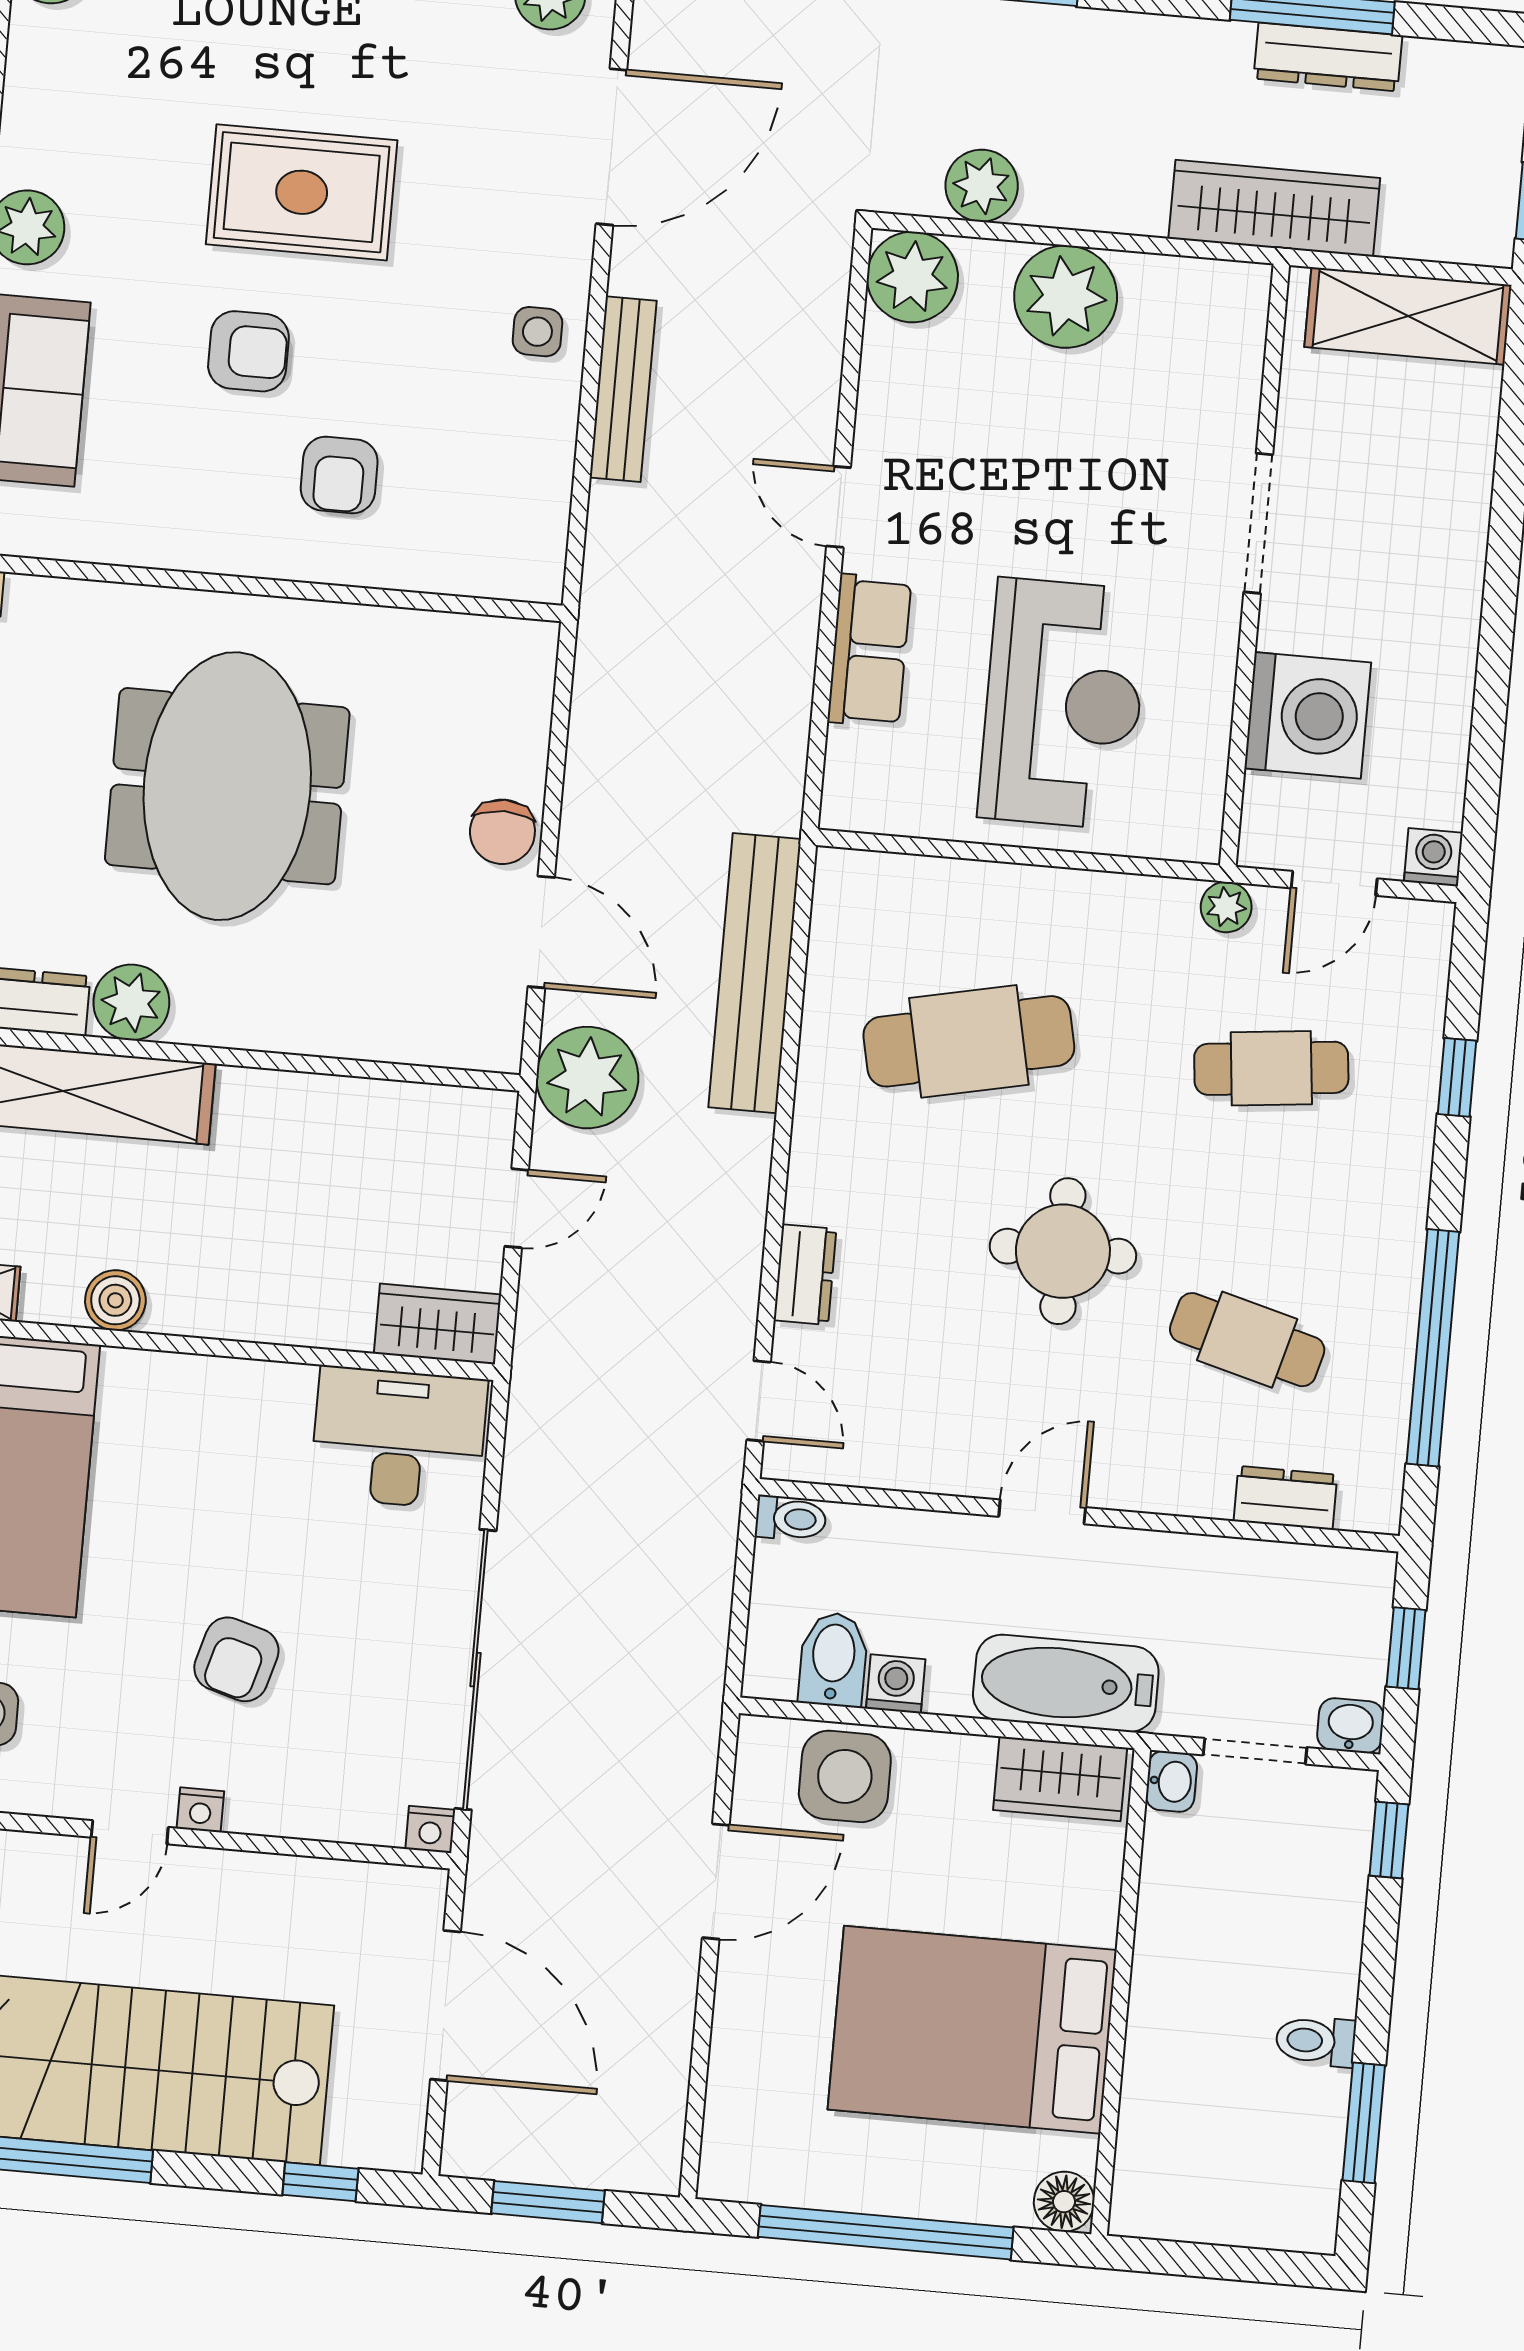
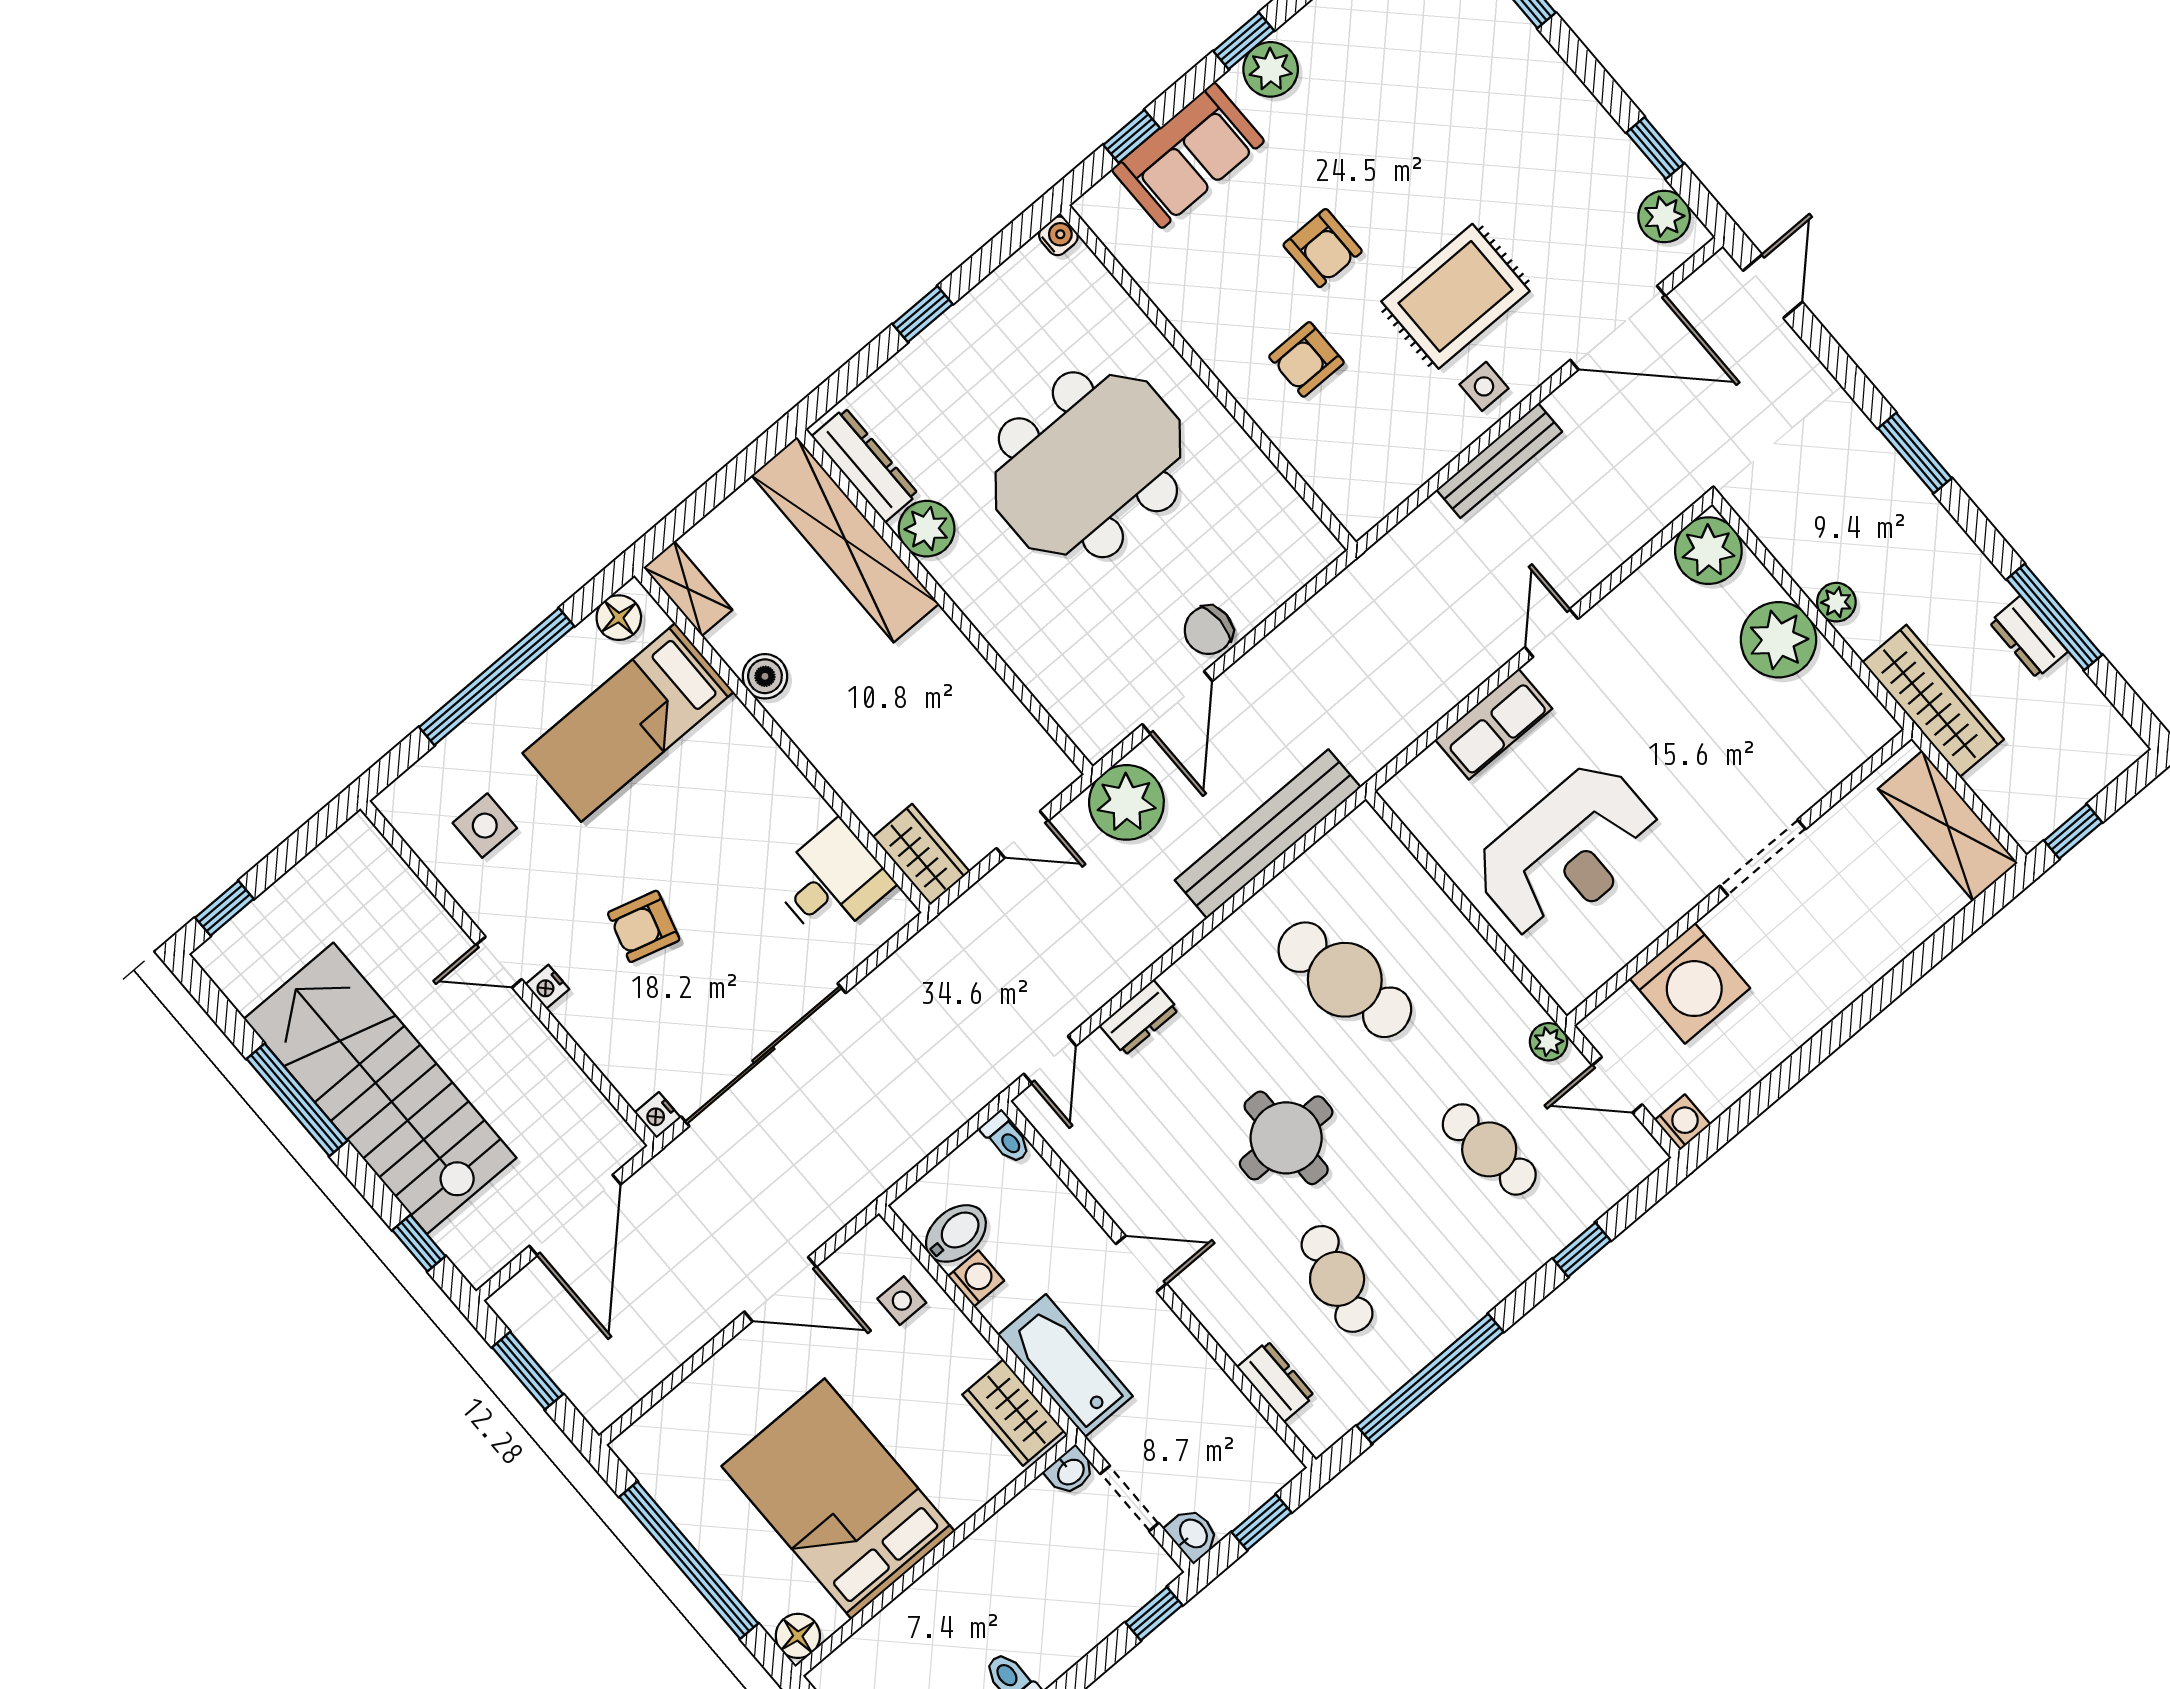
dresser: (1328, 57) -> (2029, 637), width x0.70
plant: (982, 186) -> (1836, 602), moved, width x0.73, depth x0.73
rug: (302, 192) -> (1455, 296), moved, turned 90
desk: (399, 1438) -> (831, 881), width x0.73
side table: (845, 1776) -> (902, 1301), width x0.54, depth x0.54

